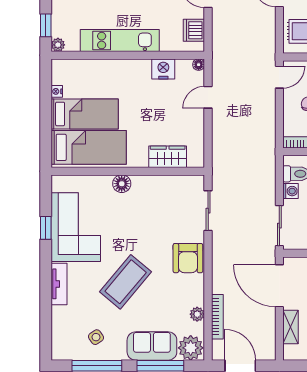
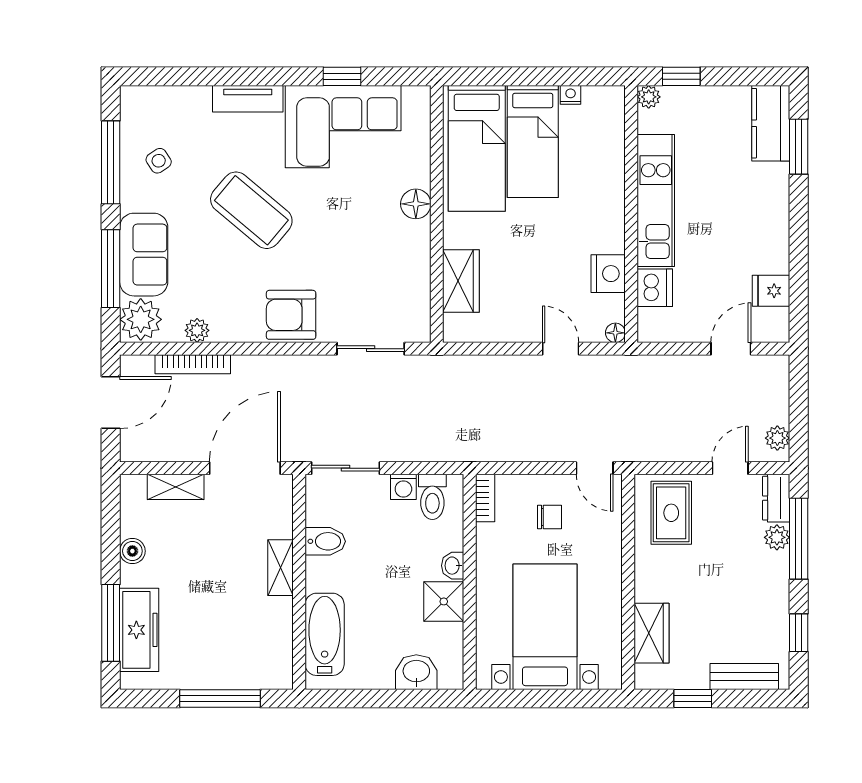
dishwasher: (194, 30) -> (655, 288), moved, turned 90

